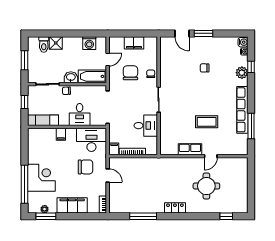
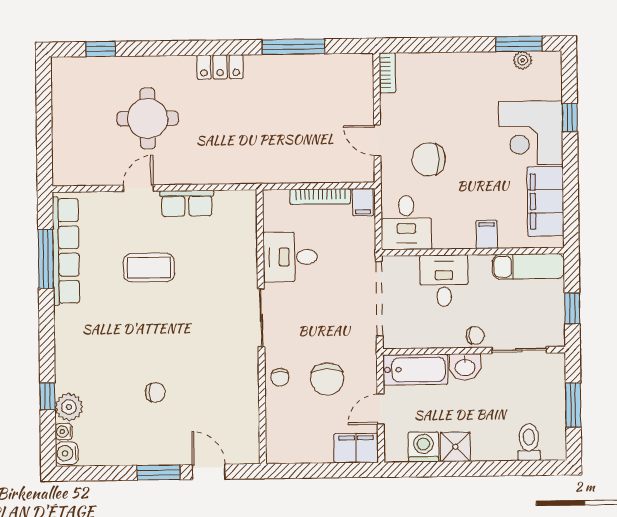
shower: (56, 43) -> (455, 447), moved
filing cabinet: (134, 43) -> (356, 448), moved
plant: (242, 73) -> (69, 407), moved
row of seats: (242, 110) -> (66, 251), moved
desk: (91, 140) -> (406, 223), width x0.73
window: (24, 184) -> (570, 117), width x0.32
filing cabinet: (72, 205) -> (545, 201), moved, turned 90

